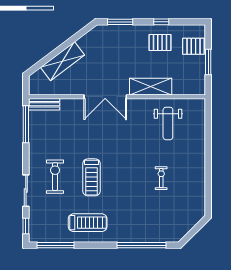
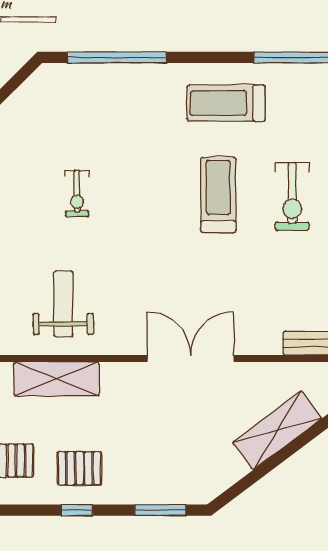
shelving: (151, 87) -> (56, 379), moved

